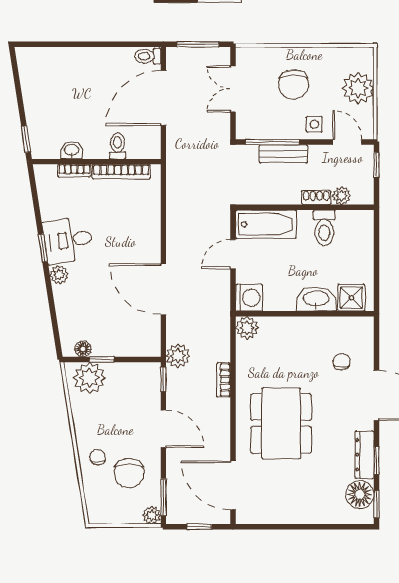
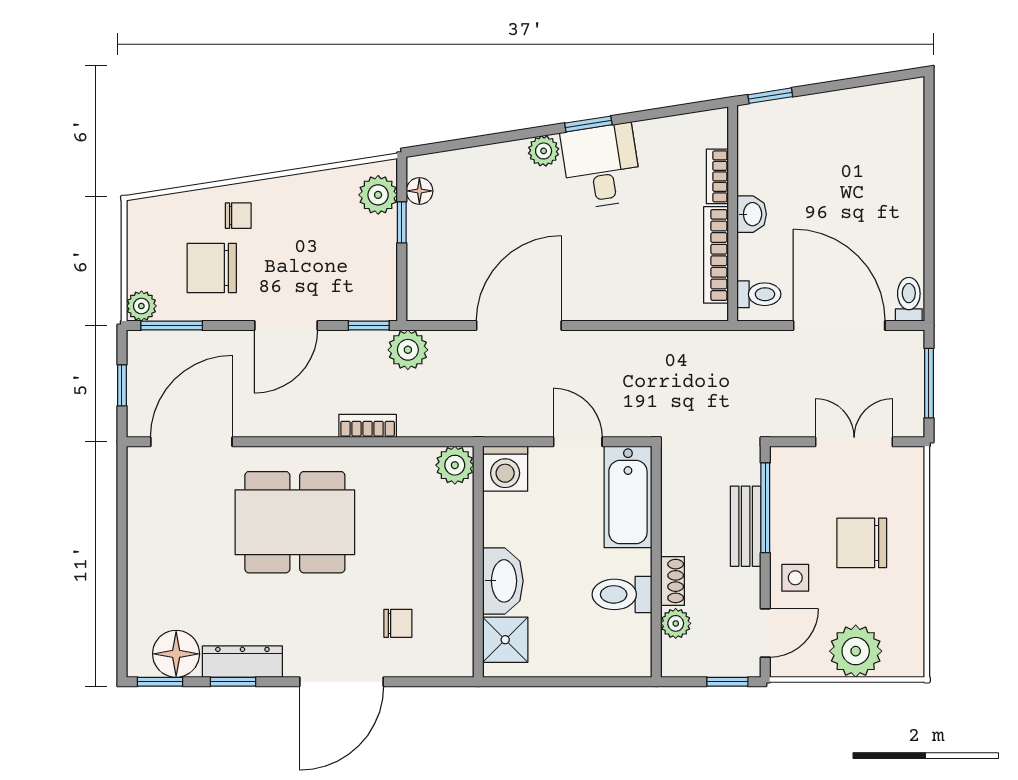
toilet: (117, 146) -> (759, 294), moved
washbasin: (72, 150) -> (752, 214), moved
plant: (90, 378) -> (378, 195), width x0.73, depth x0.73

